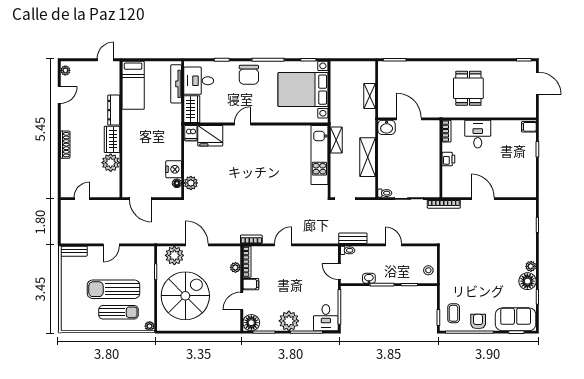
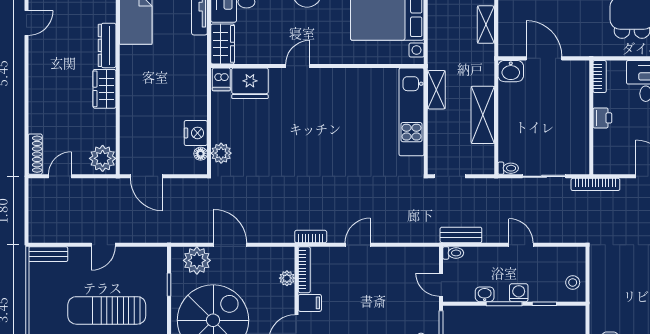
shoe rack: (65, 145) -> (35, 154), moved
plant: (111, 163) -> (103, 158), moved
washing machine: (392, 277) -> (519, 293), added

